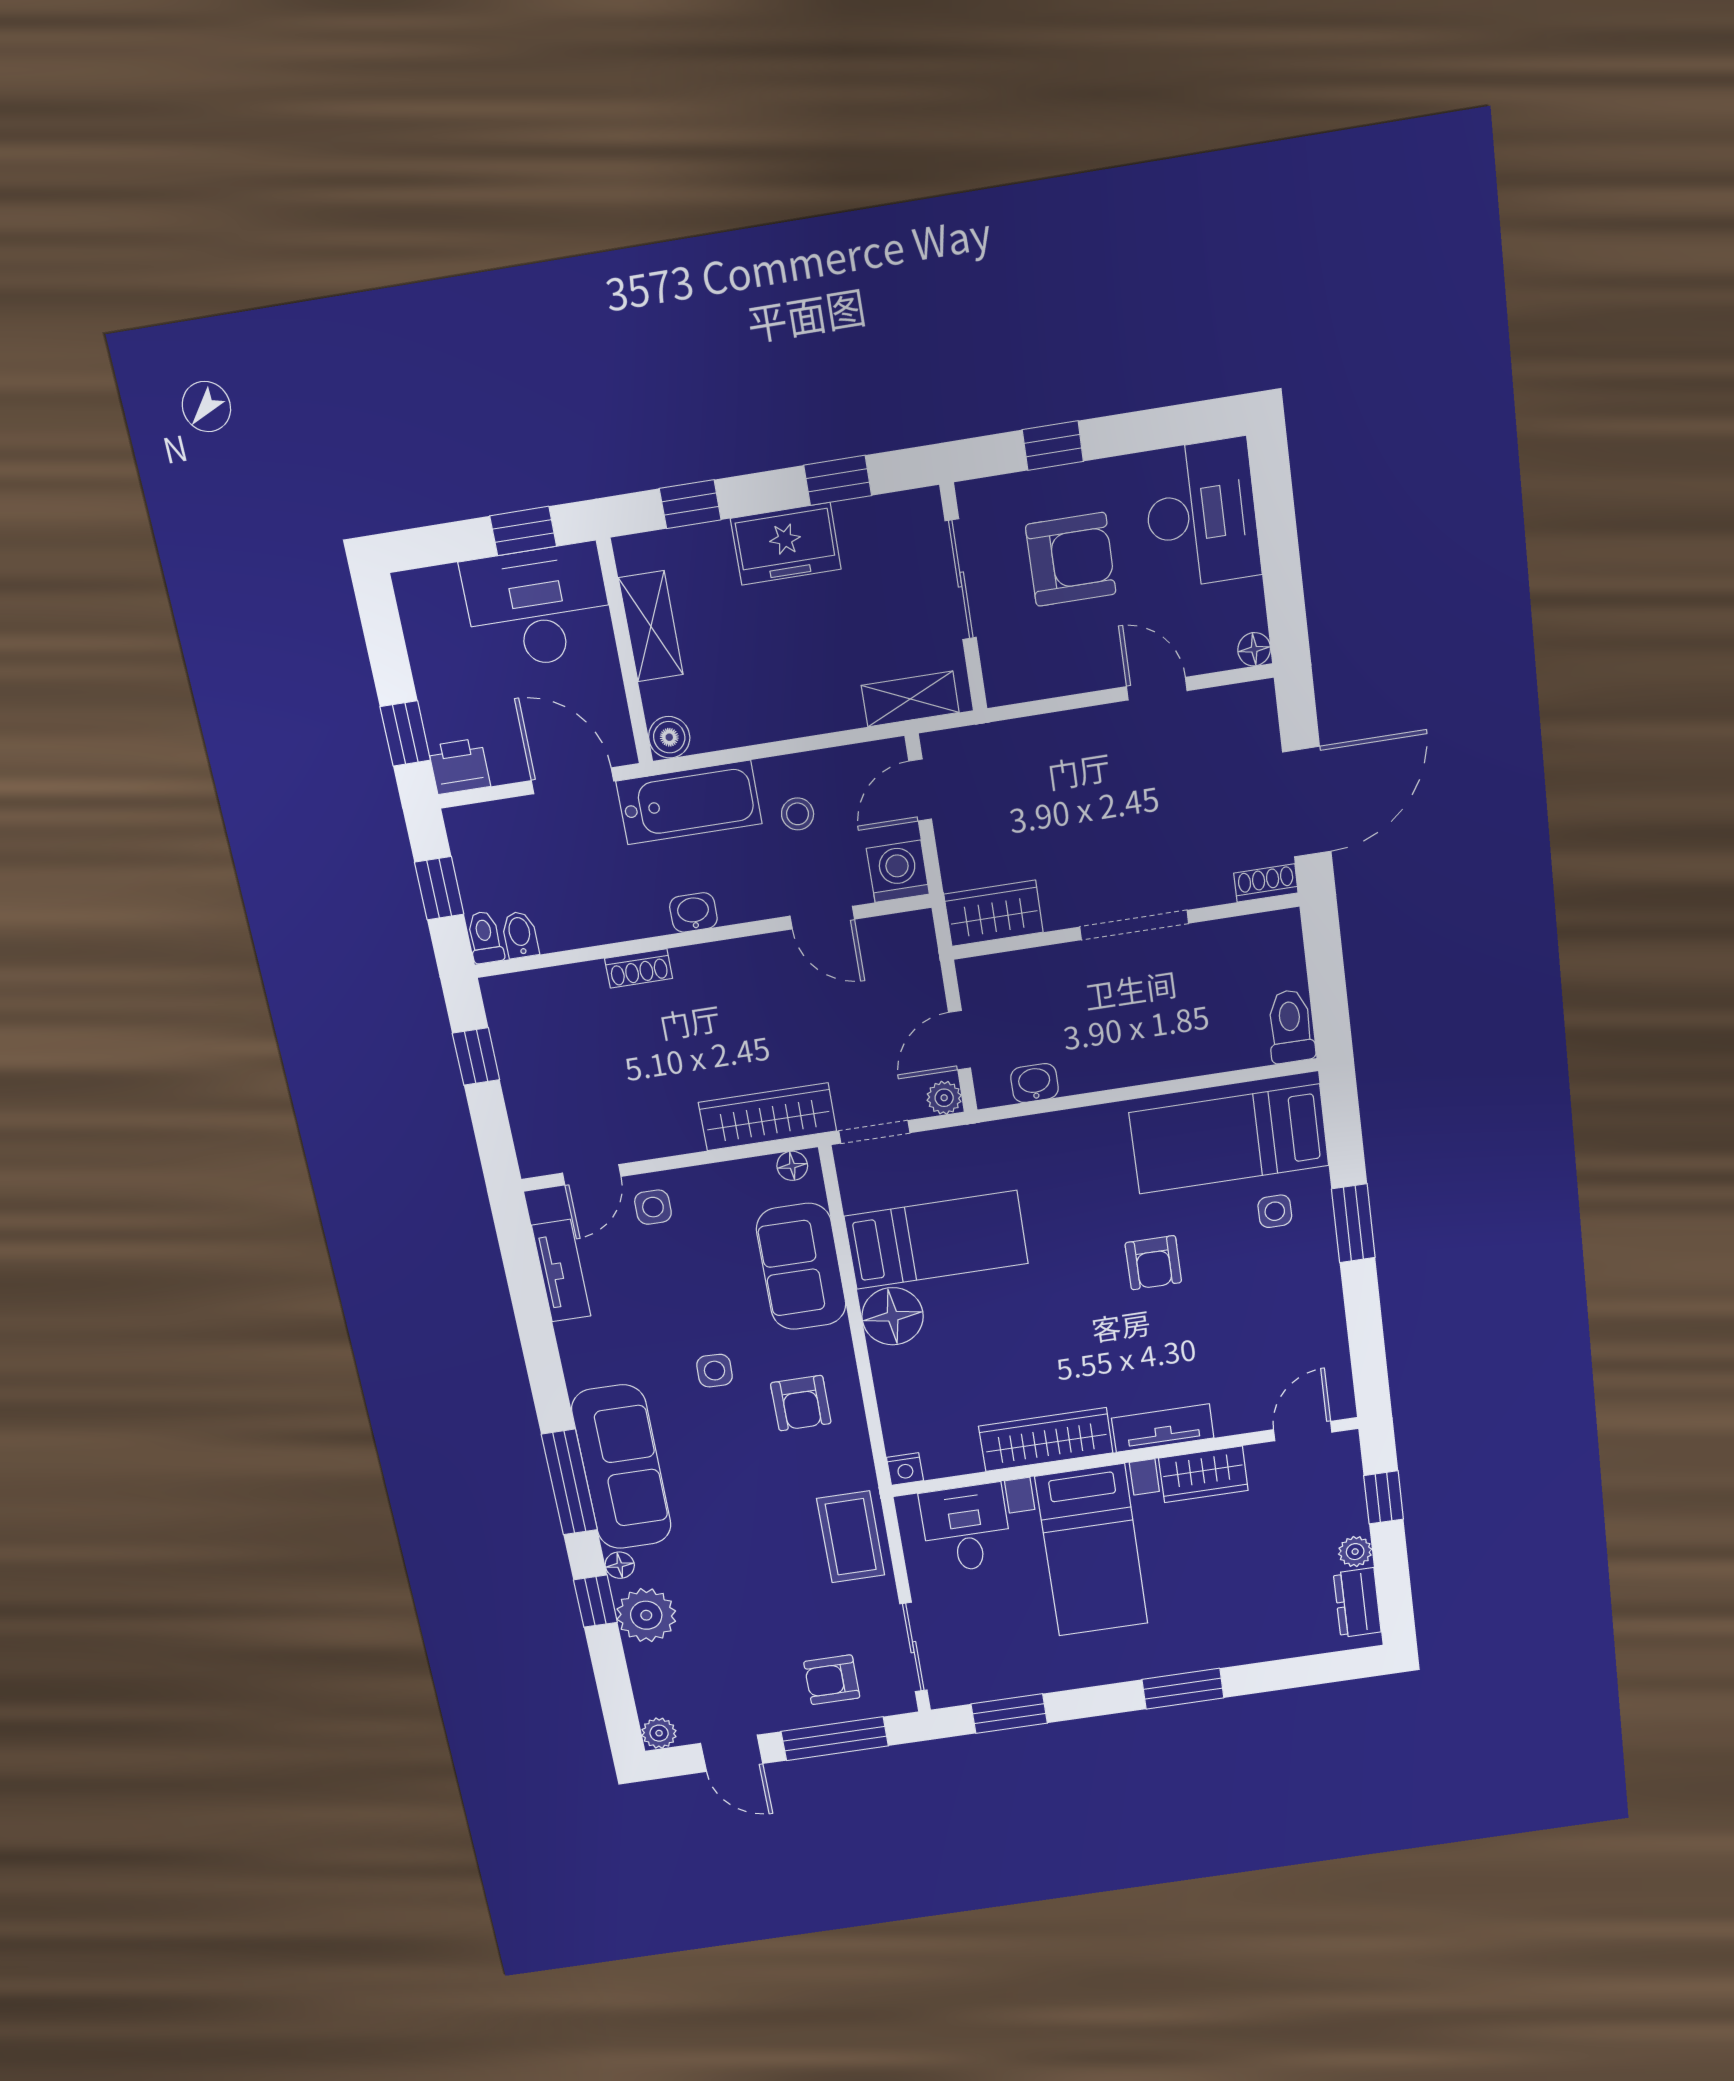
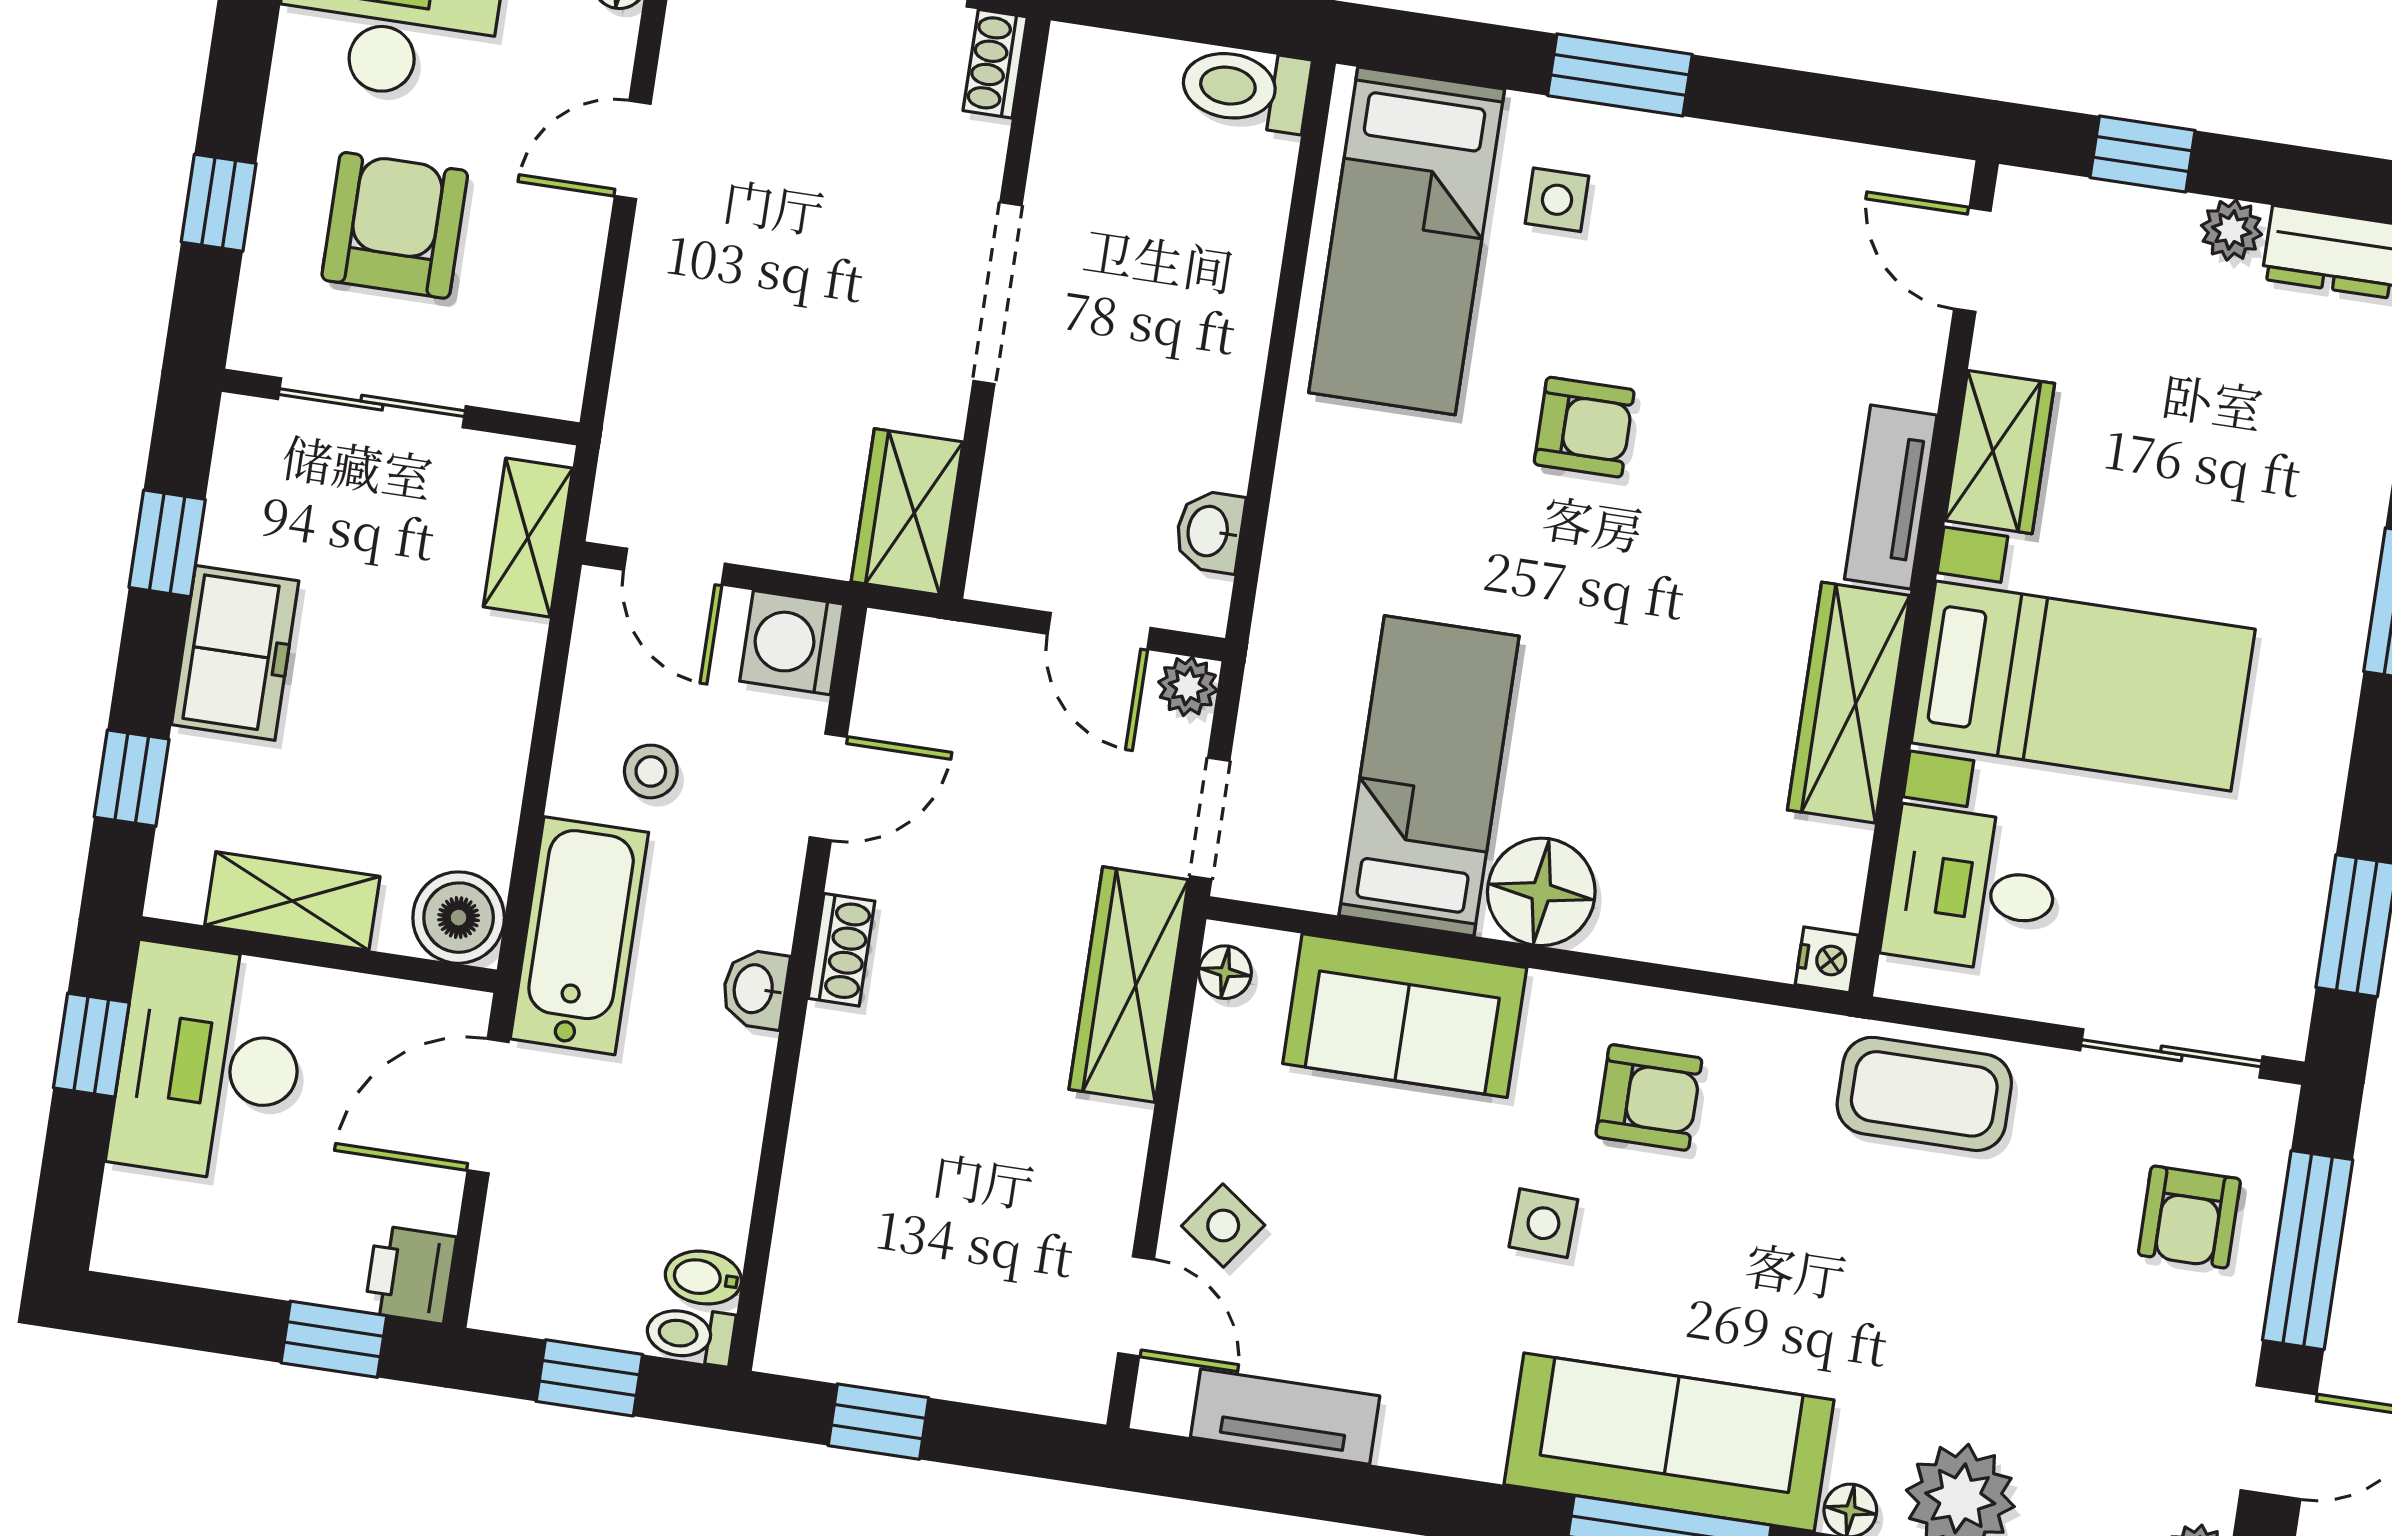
boiler: (669, 737) -> (459, 918), width x1.36, depth x1.36
shoe rack: (639, 968) -> (841, 950), moved
side table: (653, 1207) -> (1223, 1225), turned 36

